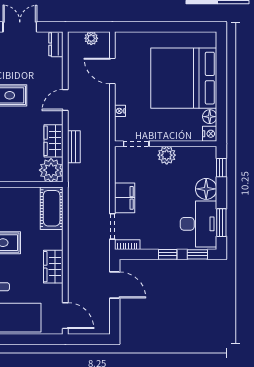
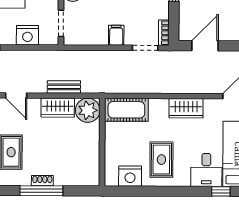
nightstand: (120, 111) -> (27, 35), width x1.89, depth x1.79
filing cabinet: (125, 198) -> (116, 35), width x0.50

